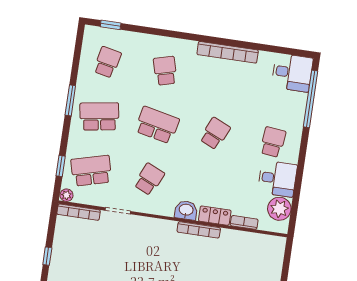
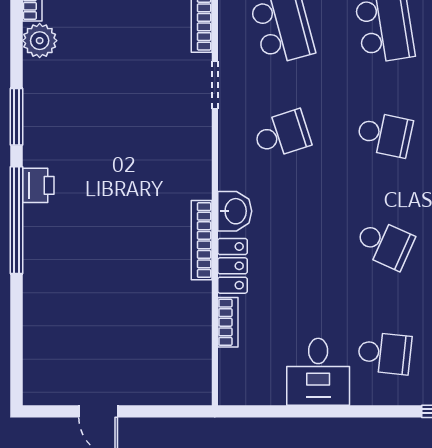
school desk: (157, 125) -> (385, 134), width x0.54
school desk: (149, 179) -> (282, 134), turned -42
plant: (279, 209) -> (263, 384), removed

